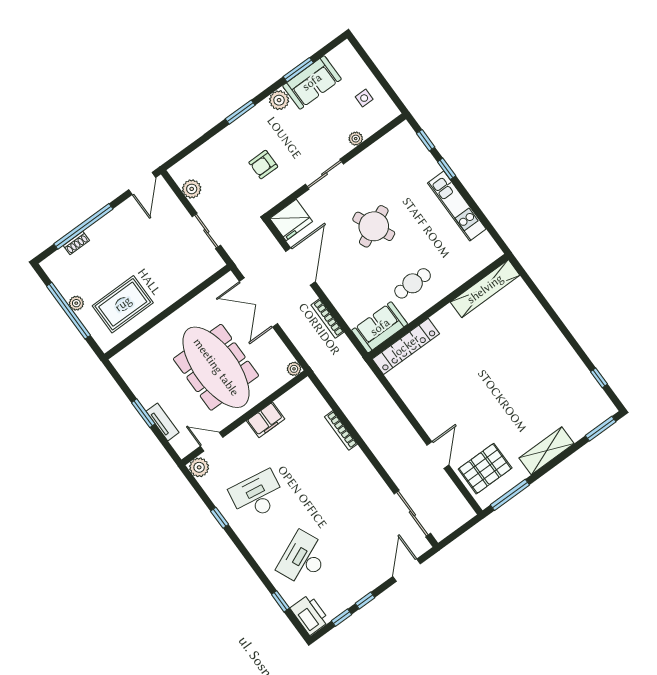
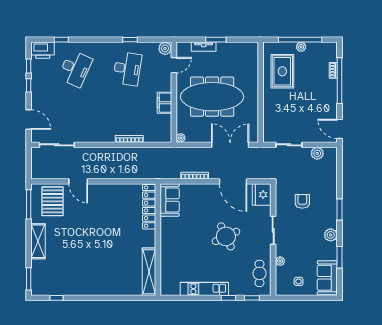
sofa: (312, 82) -> (327, 278), moved
cafe table: (413, 283) -> (259, 273), moved
desk: (303, 559) -> (75, 69), turned 48

